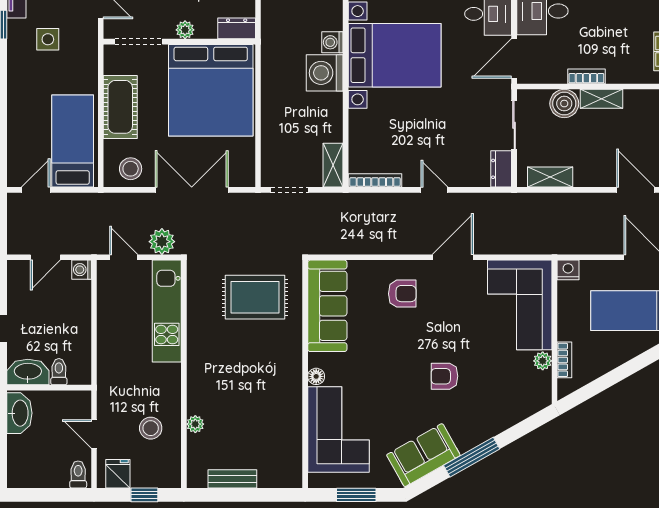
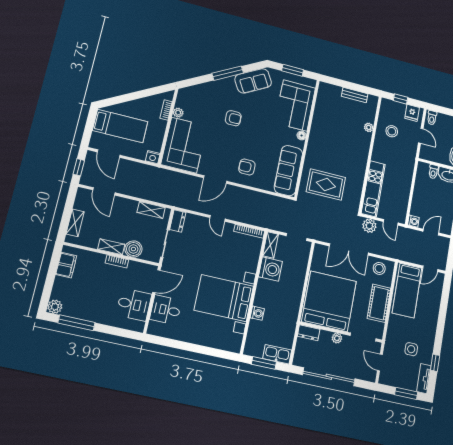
washing machine: (325, 73) -> (270, 269), moved

